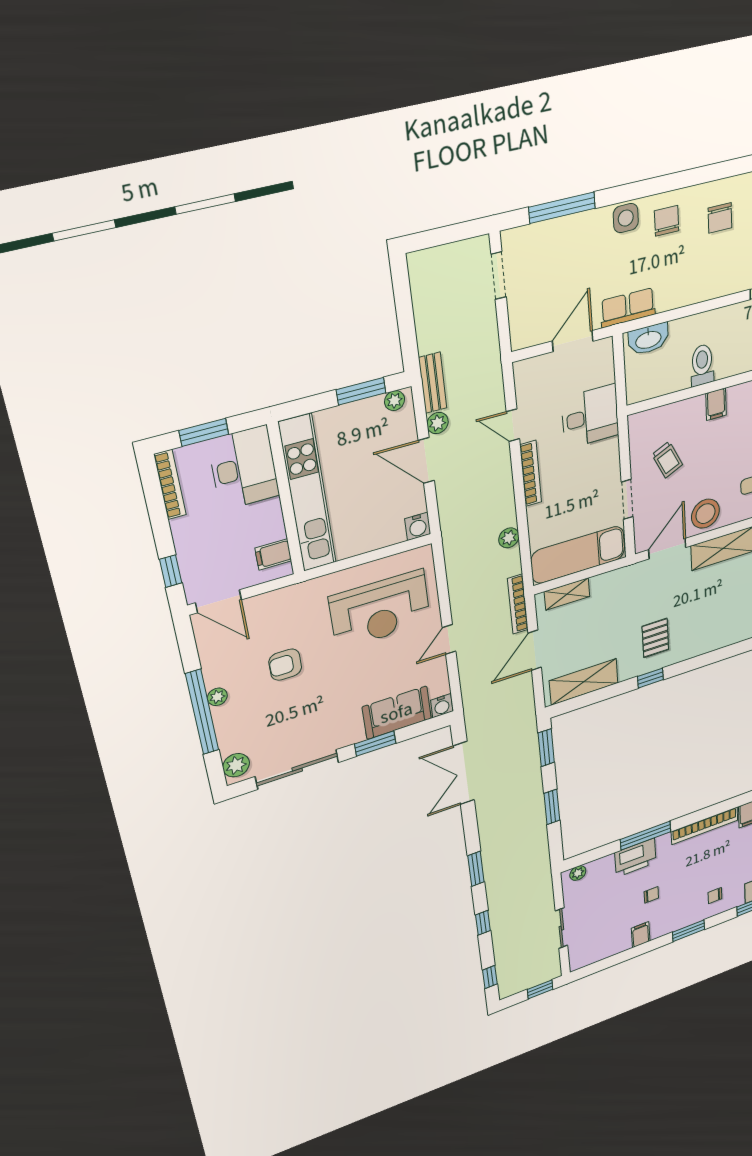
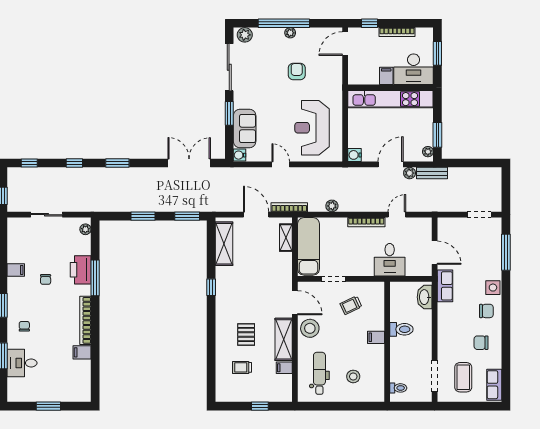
bookcase: (170, 485) -> (397, 32), moved
filing cabinet: (273, 554) -> (386, 76), moved
pallet: (655, 638) -> (246, 335), moved, turned 90

